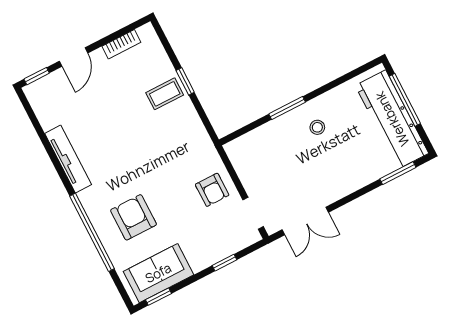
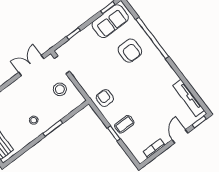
tv unit: (68, 159) -> (189, 98), moved
stool: (264, 172) -> (60, 89), added
armchair: (212, 190) -> (105, 98), moved

